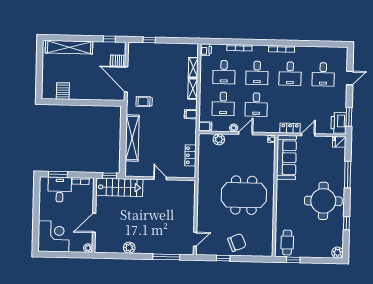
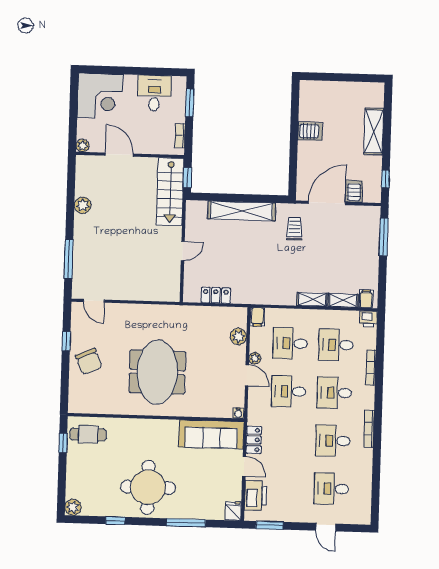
window: (149, 40) -> (384, 237), width x2.17
shelving: (69, 47) -> (374, 131), width x0.68
server rack: (63, 91) -> (310, 131), moved
filing cabinet: (191, 114) -> (366, 299), moved
printer: (339, 123) -> (256, 495), moved, turned 90
desk: (60, 189) -> (154, 93), moved, turned -90

